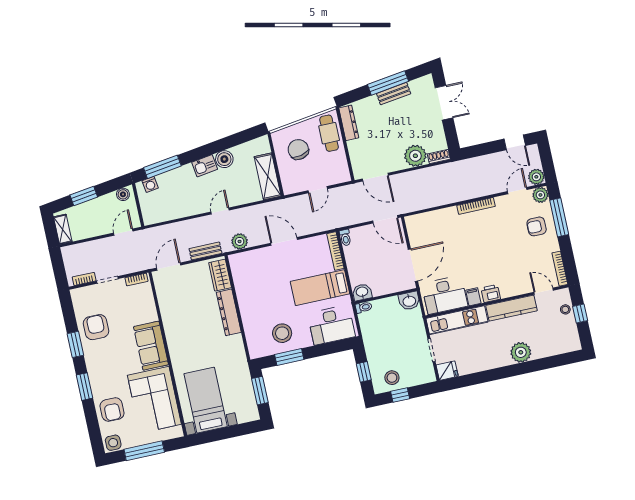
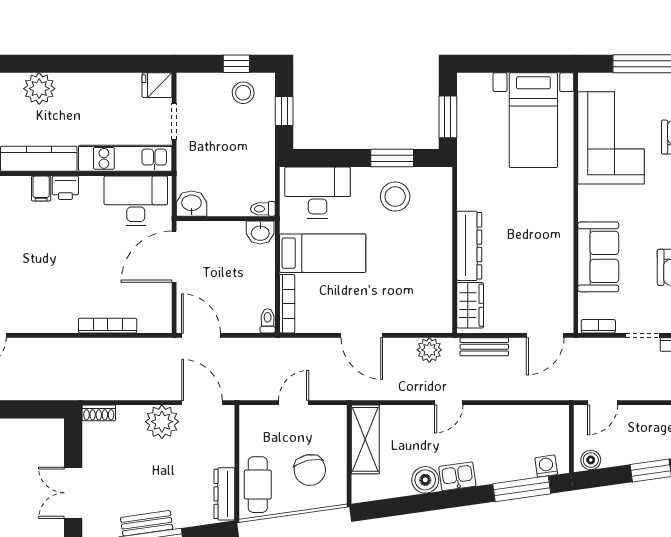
plant: (415, 156) -> (162, 422), moved
bookcase: (476, 206) -> (108, 326), moved
filing cabinet: (473, 297) -> (41, 189), moved
sofa: (151, 346) -> (598, 257), moved

